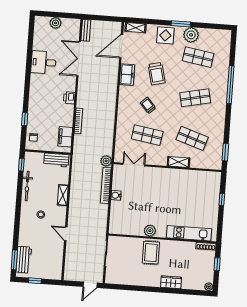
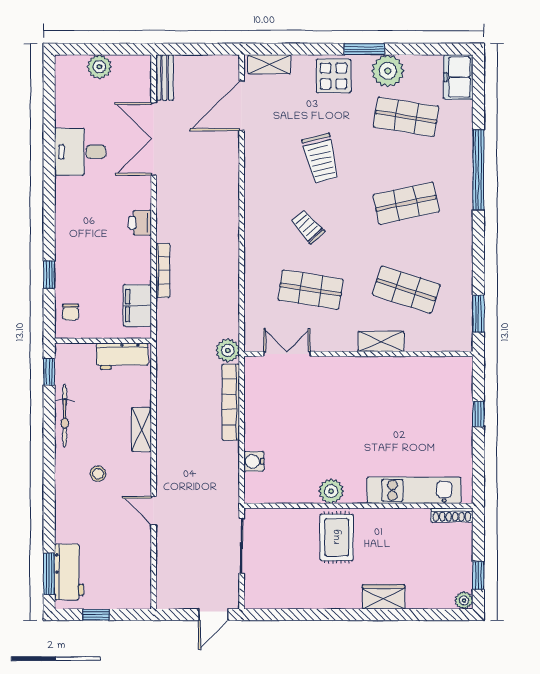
freezer: (127, 75) -> (458, 77), moved, turned 180
water cooler: (116, 195) -> (254, 461), moved
window: (217, 264) -> (478, 575), moved

